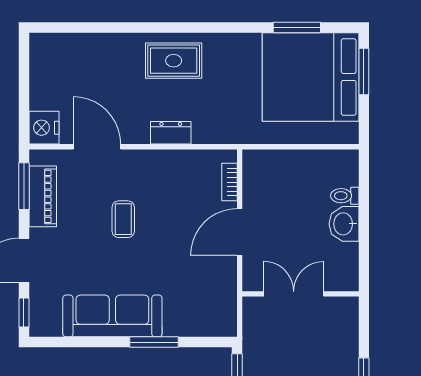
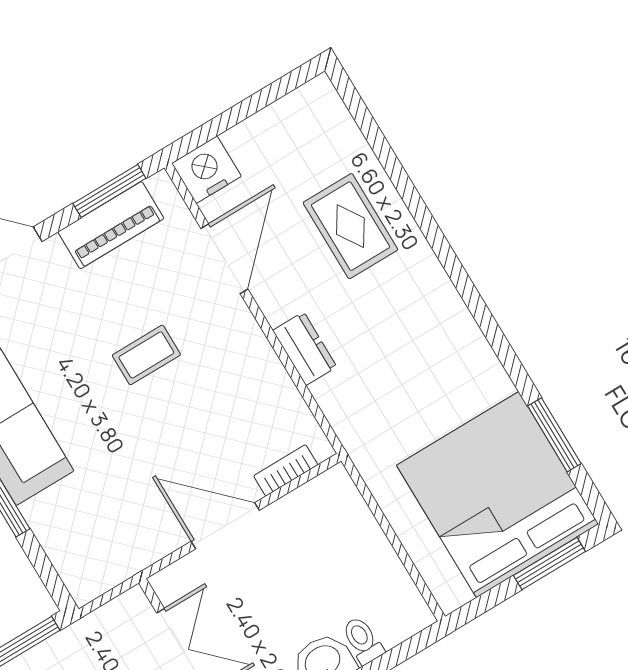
rug: (174, 61) -> (350, 226), moved

